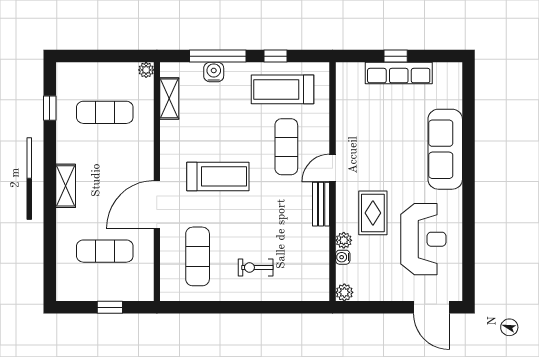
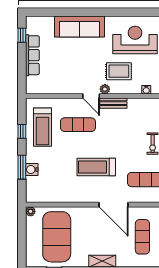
window: (218, 56) -> (22, 167), width x0.69
window: (396, 56) -> (22, 35), moved
shelving: (169, 98) -> (48, 197), removed
exercise mat: (105, 112) -> (57, 237), width x2.00, depth x1.45
treadmill: (218, 176) -> (96, 167), turned -90
plant: (344, 240) -> (105, 89), moved

